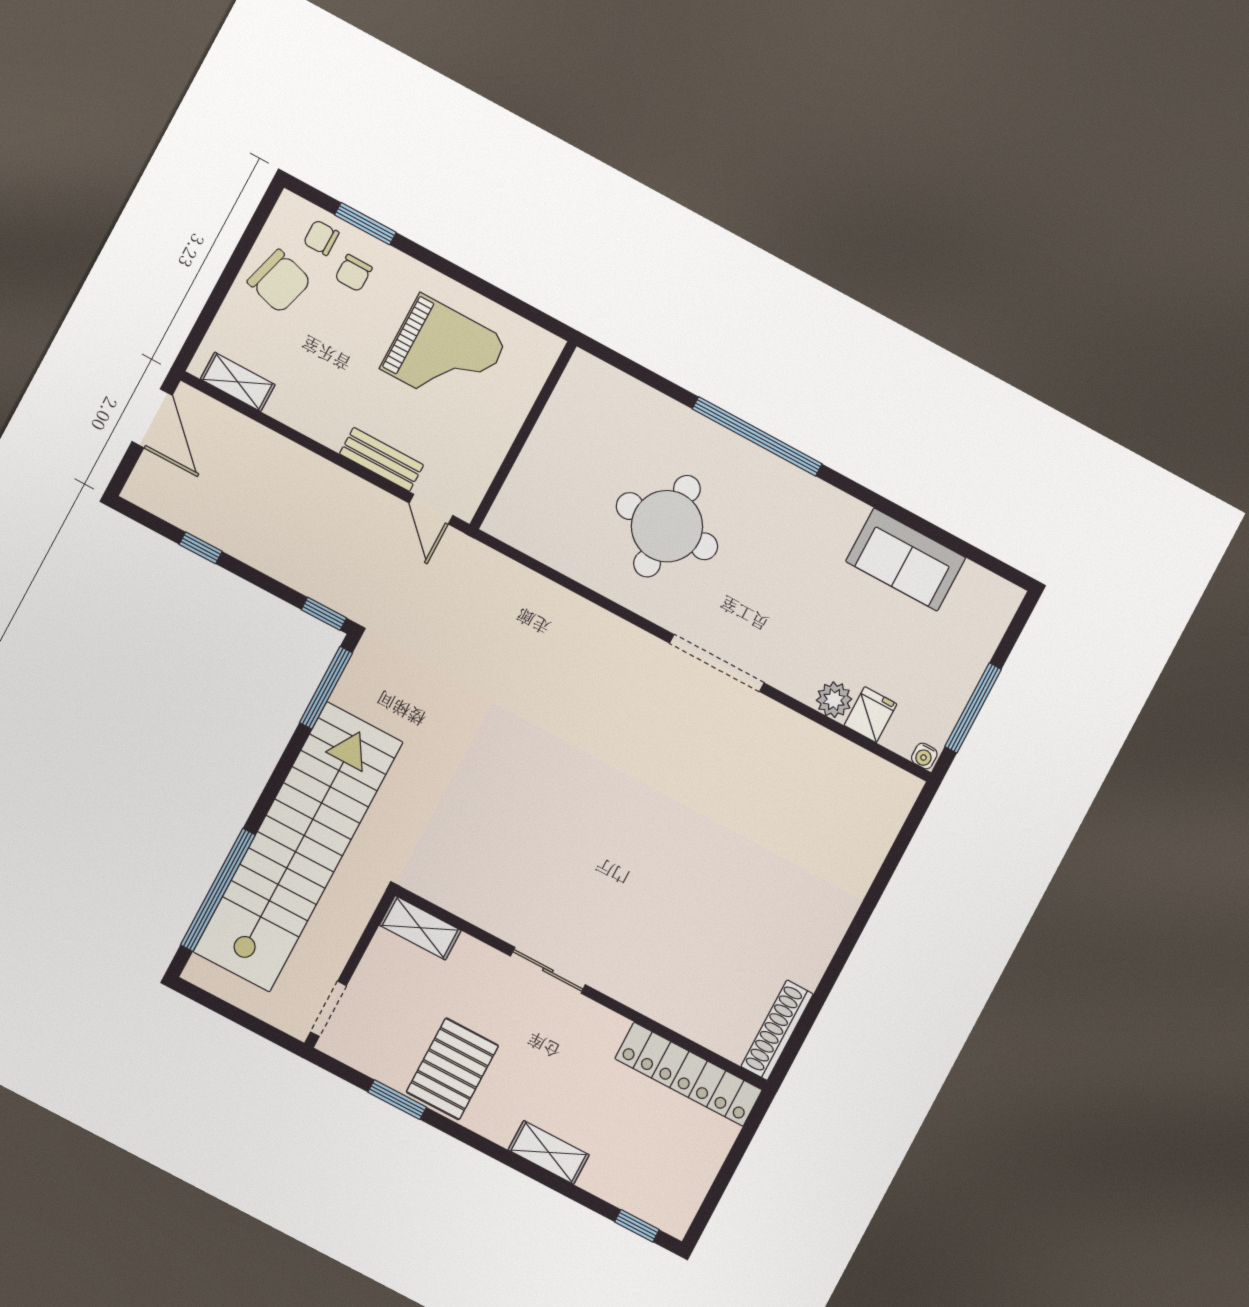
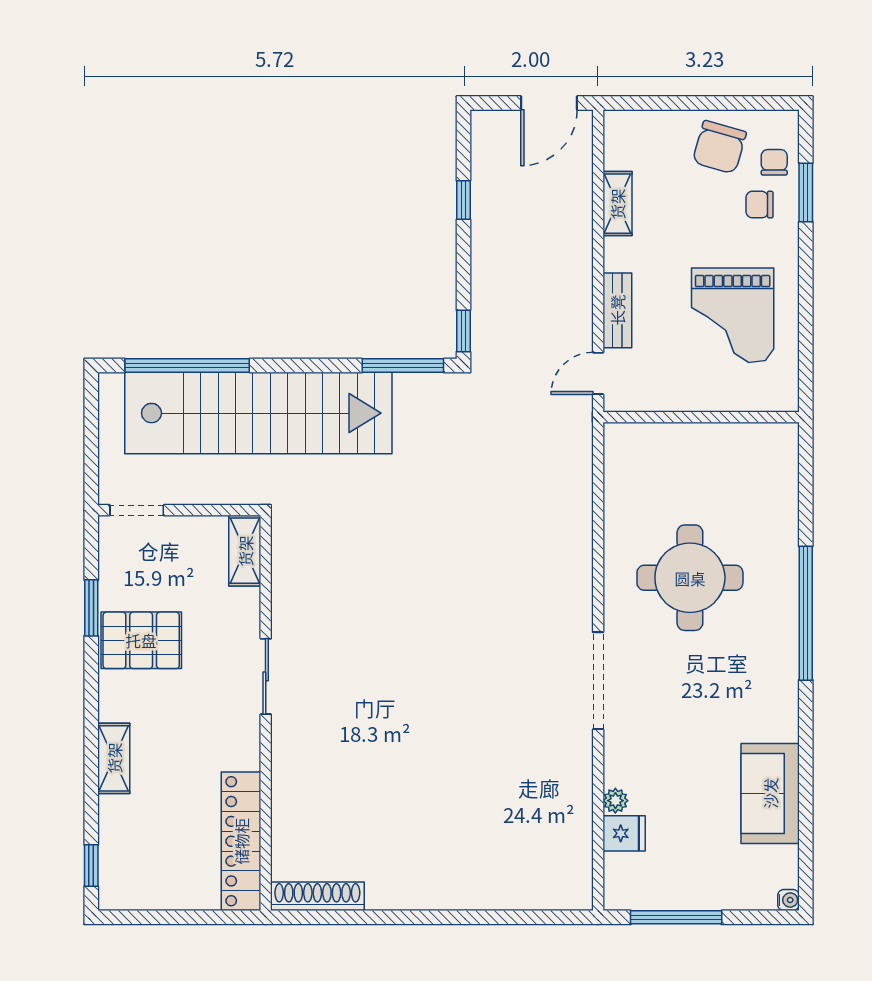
shelving: (238, 382) -> (617, 204), moved
plant: (834, 700) -> (615, 801), width x0.73, depth x0.73
water cooler: (924, 756) -> (788, 900), moved, turned 180

